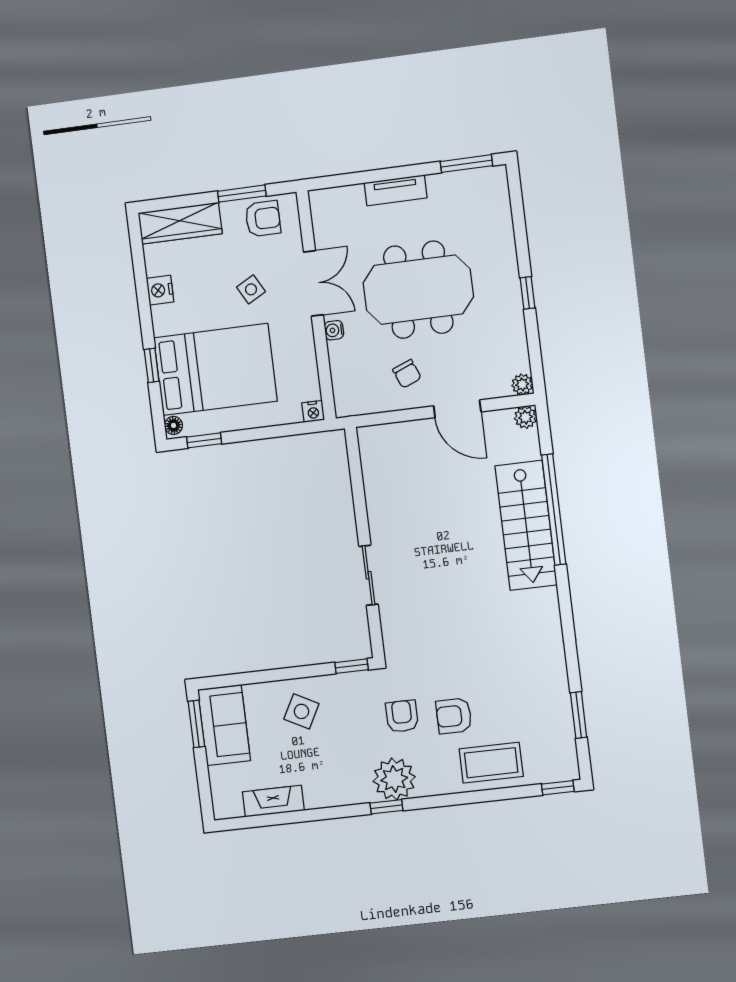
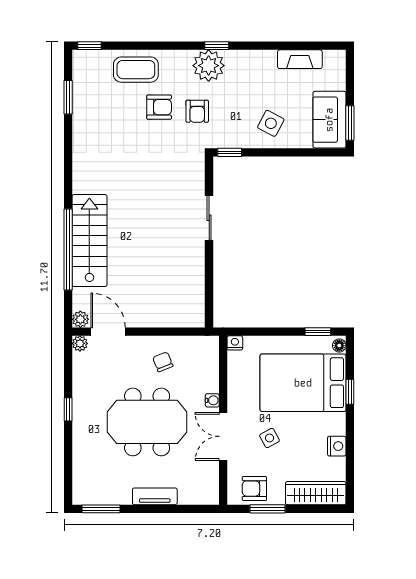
door: (457, 409) -> (108, 332), moved

